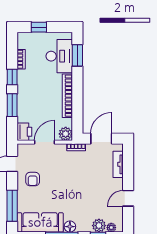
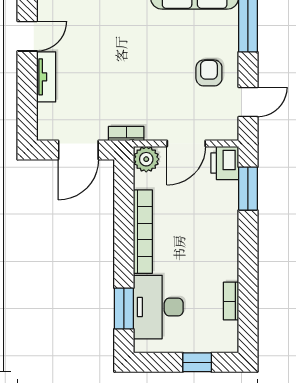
window: (12, 77) -> (248, 267), removed
window: (12, 105) -> (248, 189), moved
tv unit: (118, 164) -> (46, 77), moved

